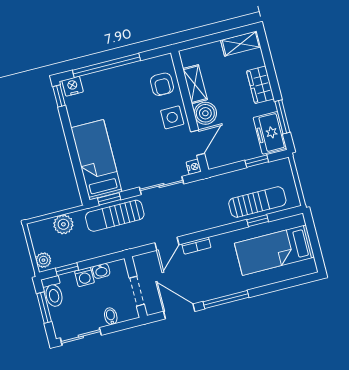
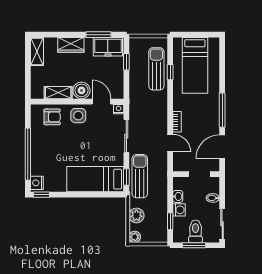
sun lounger: (115, 216) -> (140, 176), turned 180
plant: (43, 260) -> (135, 237), moved
toilet: (53, 292) -> (196, 231), moved, turned -90

